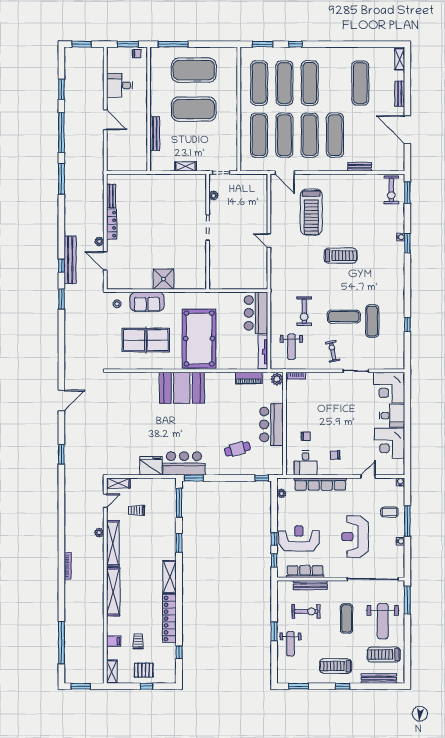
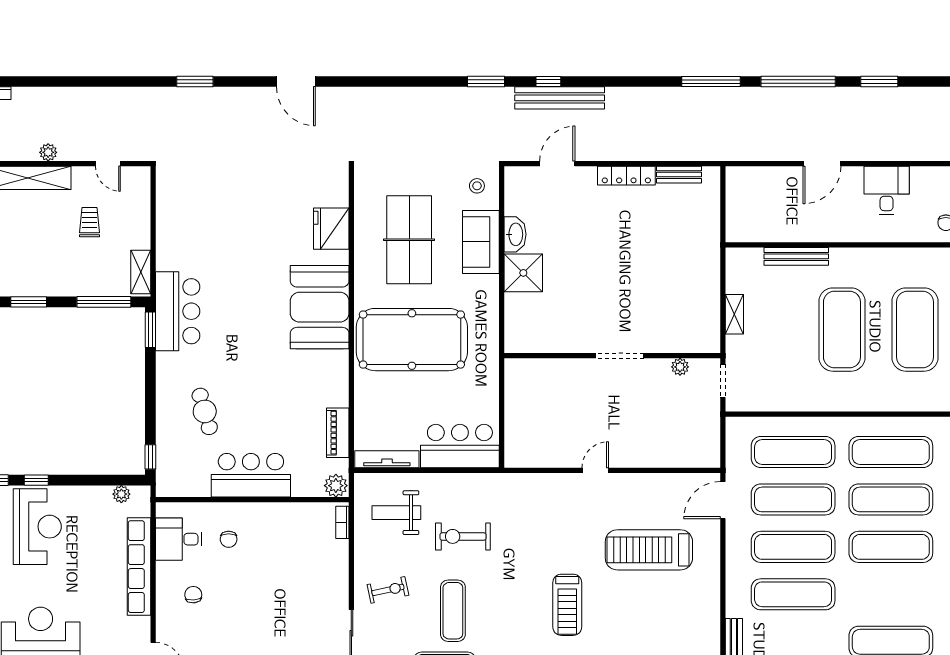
plant: (99, 241) -> (594, 153), removed
washbasin: (143, 283) -> (515, 234), added
fridge: (151, 466) -> (331, 229), moved, turned 180
shelving: (118, 483) -> (141, 272), moved

